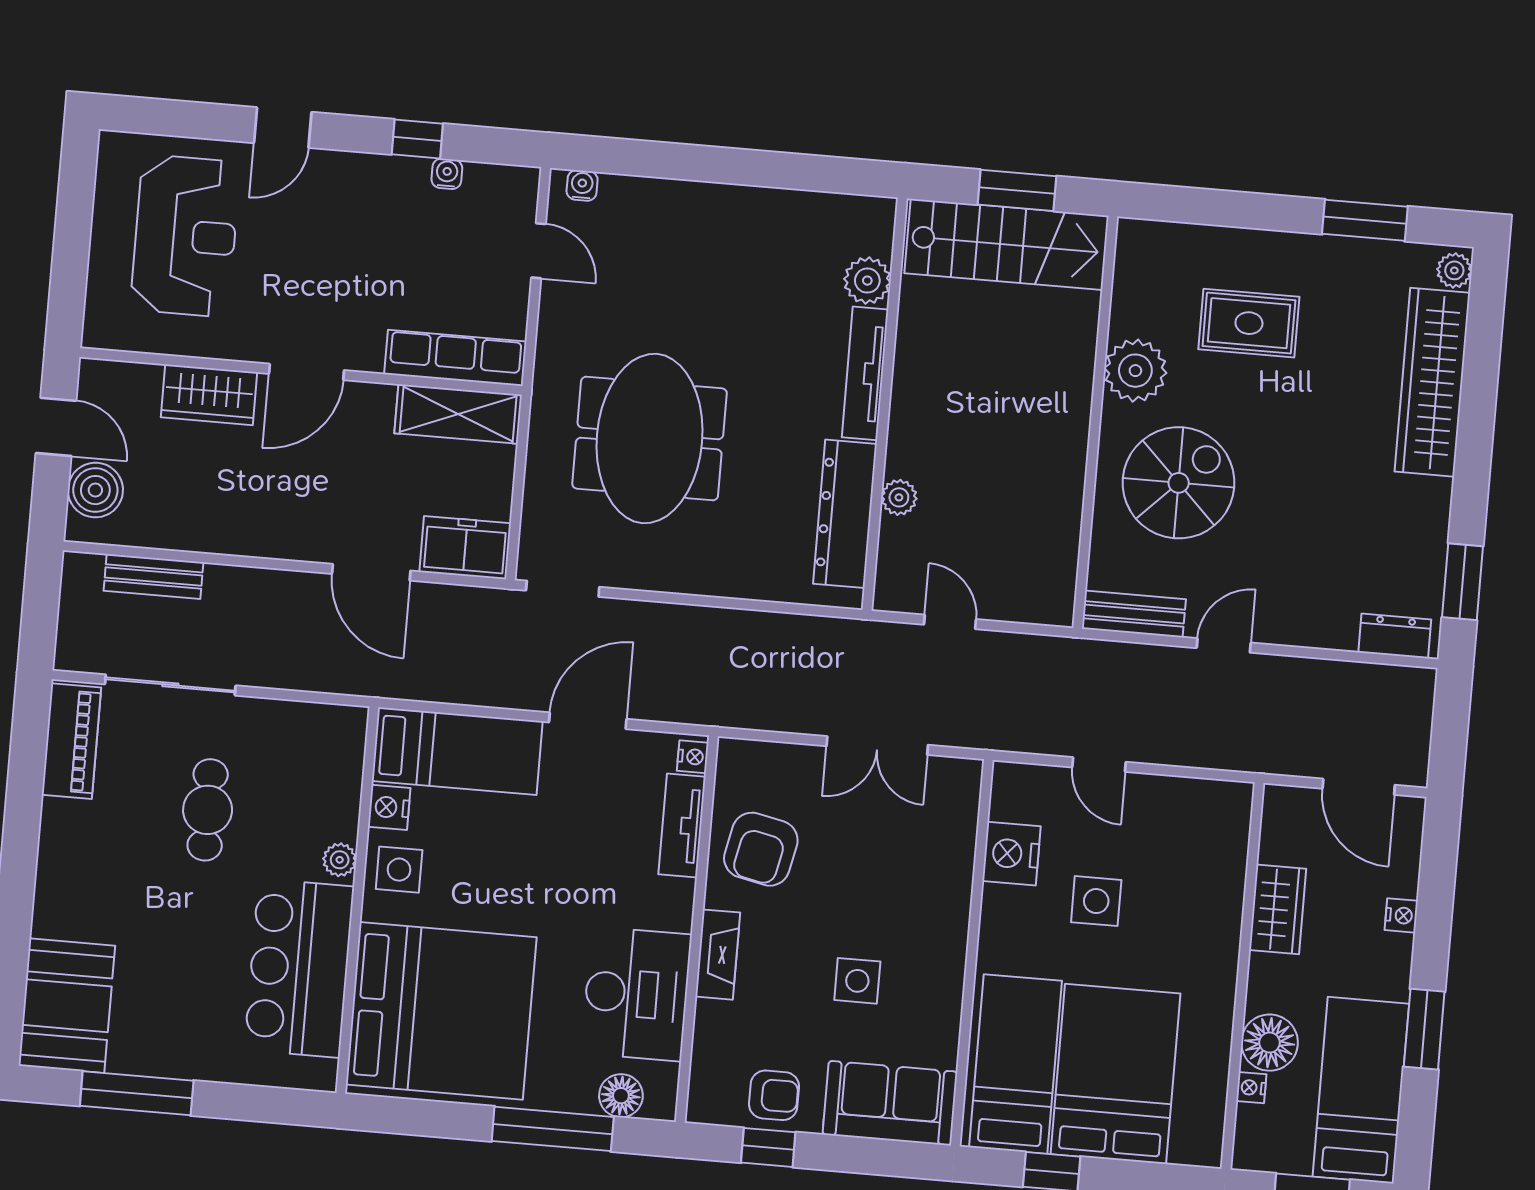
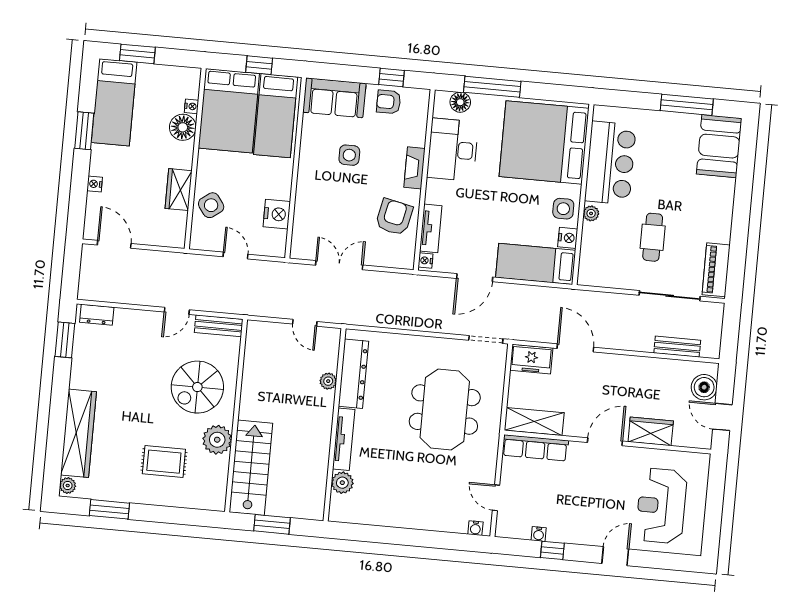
stairs: (1006, 244) -> (251, 468), moved, turned 90
side table: (1096, 901) -> (211, 205), moved, turned -36
wardrobe: (1278, 909) -> (179, 190), moved
wall: (1243, 976) -> (195, 159), moved
floor lamp: (1270, 1043) -> (183, 127), moved
nightstand: (1251, 1088) -> (191, 106), moved

